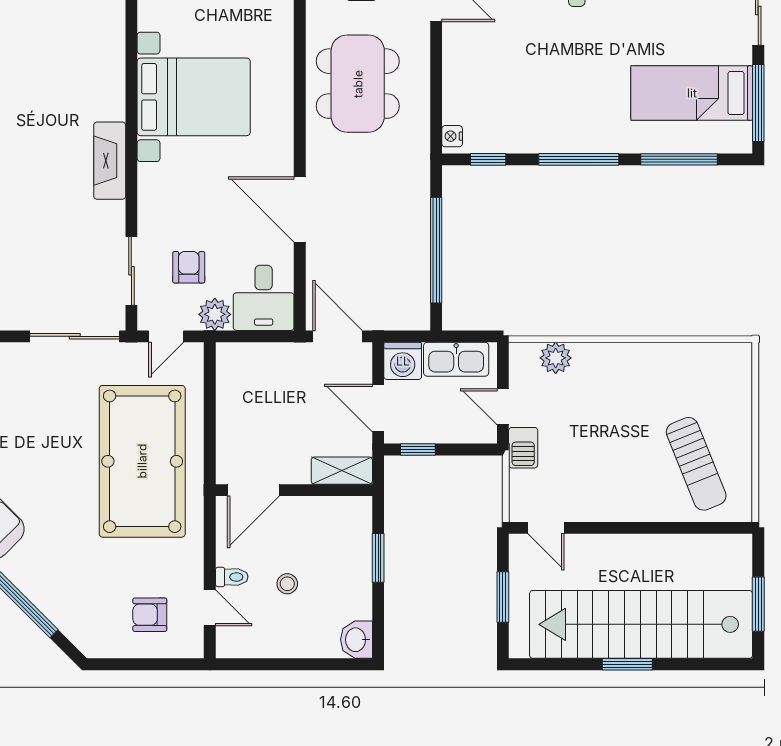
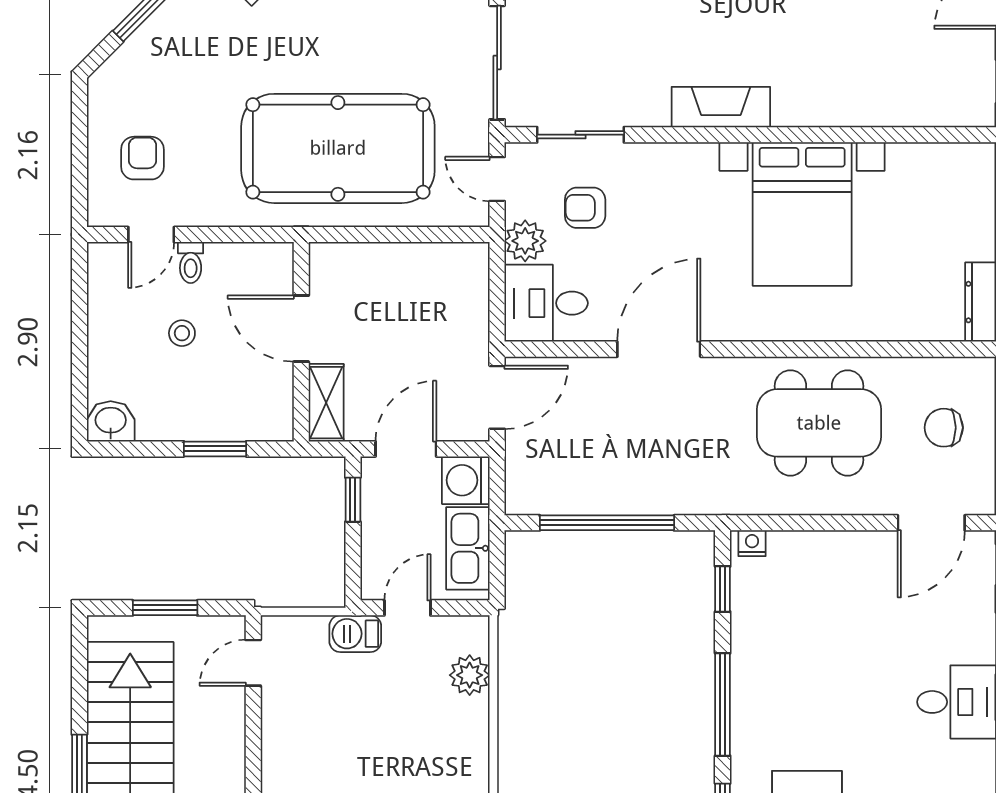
armchair: (189, 267) -> (585, 208), turned 180
door: (253, 490) -> (301, 329), moved

